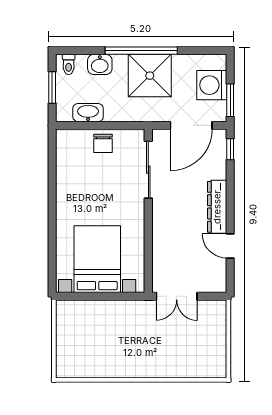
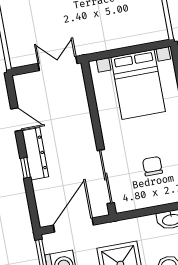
chair: (103, 143) -> (152, 166), moved
window: (230, 149) -> (25, 168), moved

